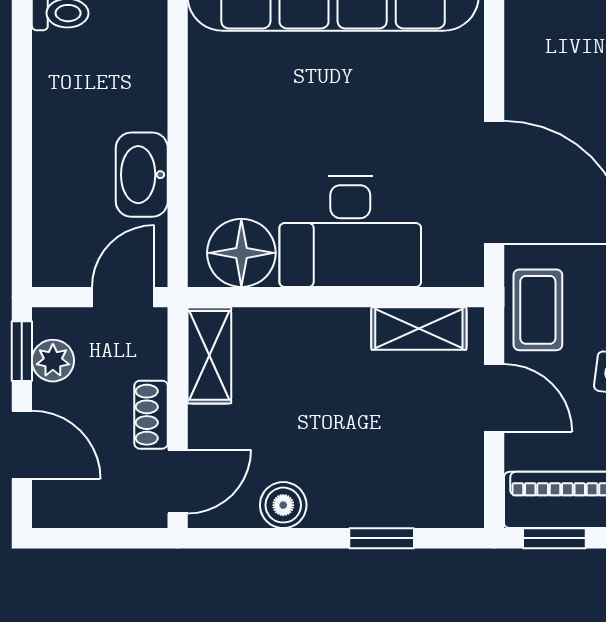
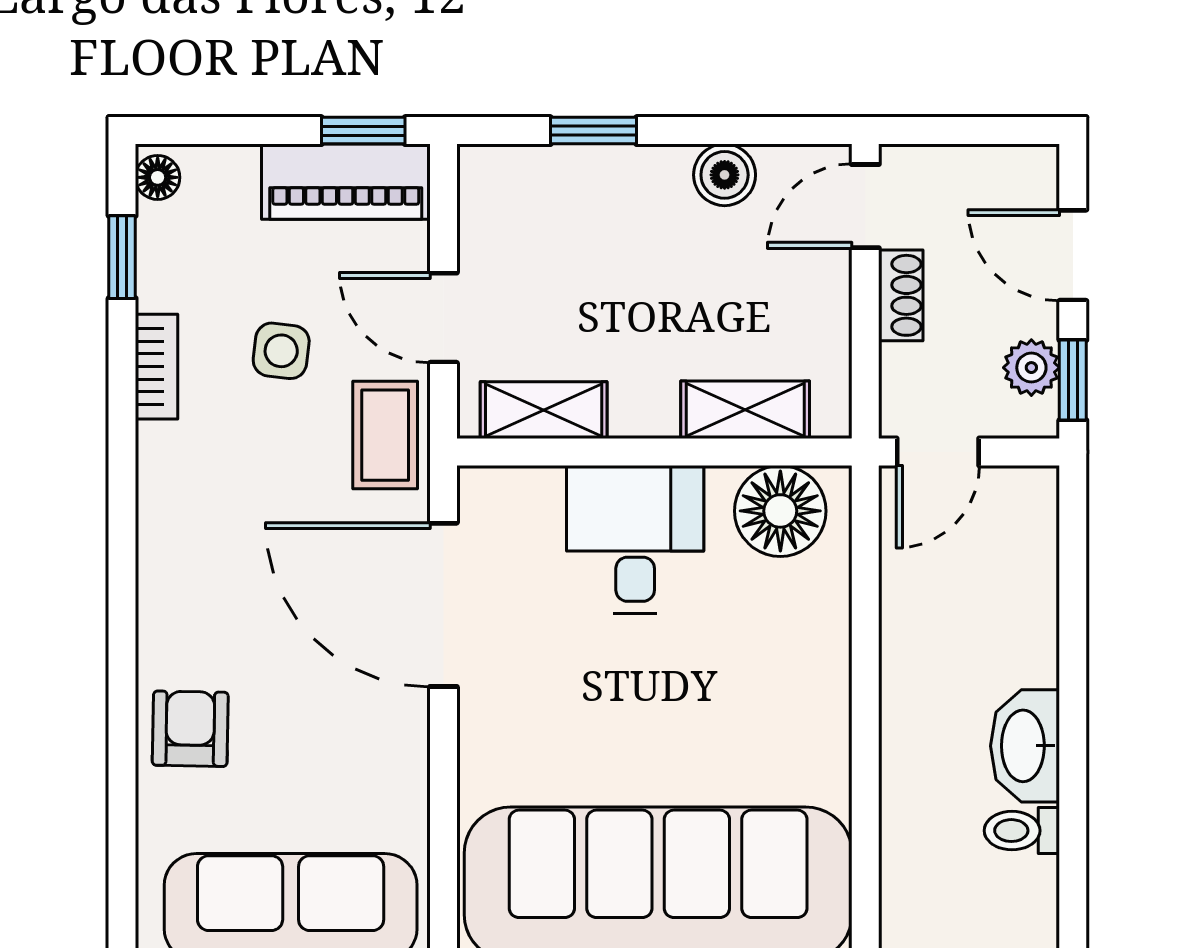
washbasin: (142, 175) -> (1025, 746), moved, turned 180
desk: (350, 232) -> (635, 539), width x0.73
shelving: (209, 355) -> (745, 410), moved, turned 90

